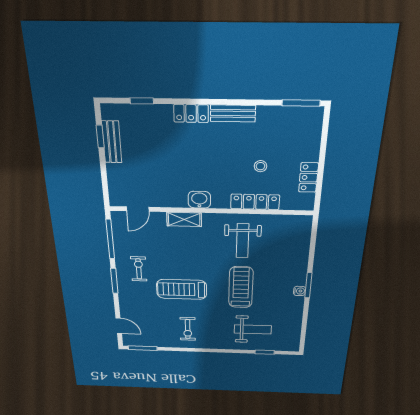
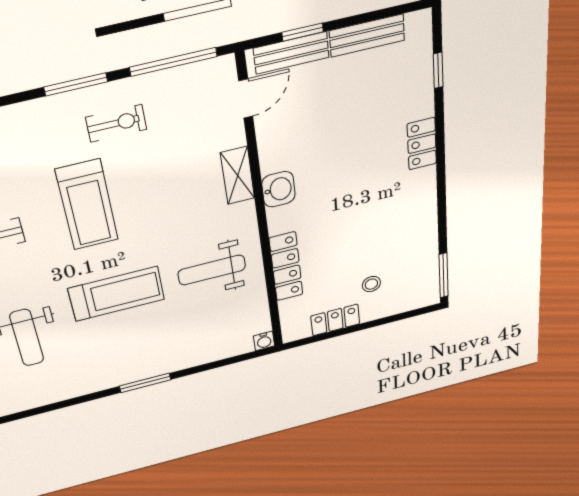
bench: (233, 113) -> (291, 53), moved, turned 90
window: (100, 136) -> (303, 32), moved
stool: (260, 166) -> (371, 284), moved
door: (138, 209) -> (246, 98), swing flipped
treadmill: (182, 289) -> (87, 205), turned 180
water cooler: (299, 291) -> (264, 341), moved

